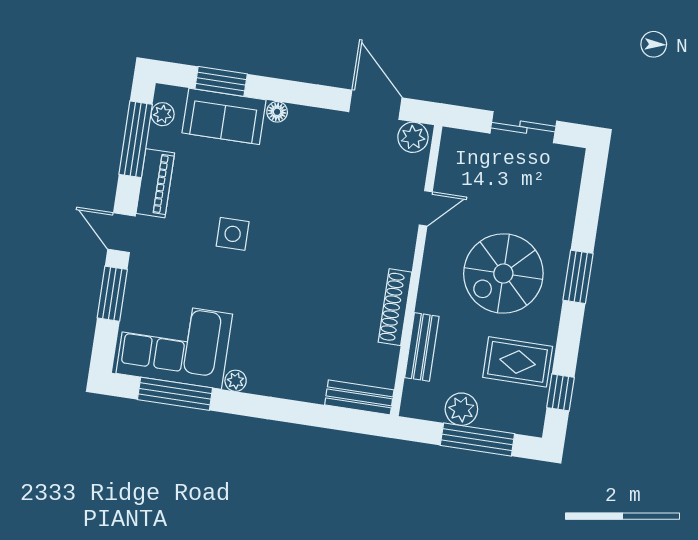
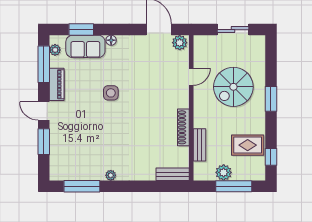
side table: (233, 234) -> (111, 93), moved
spiral stairs: (503, 273) -> (233, 87), moved
corner sofa: (174, 344) -> (78, 162), removed

